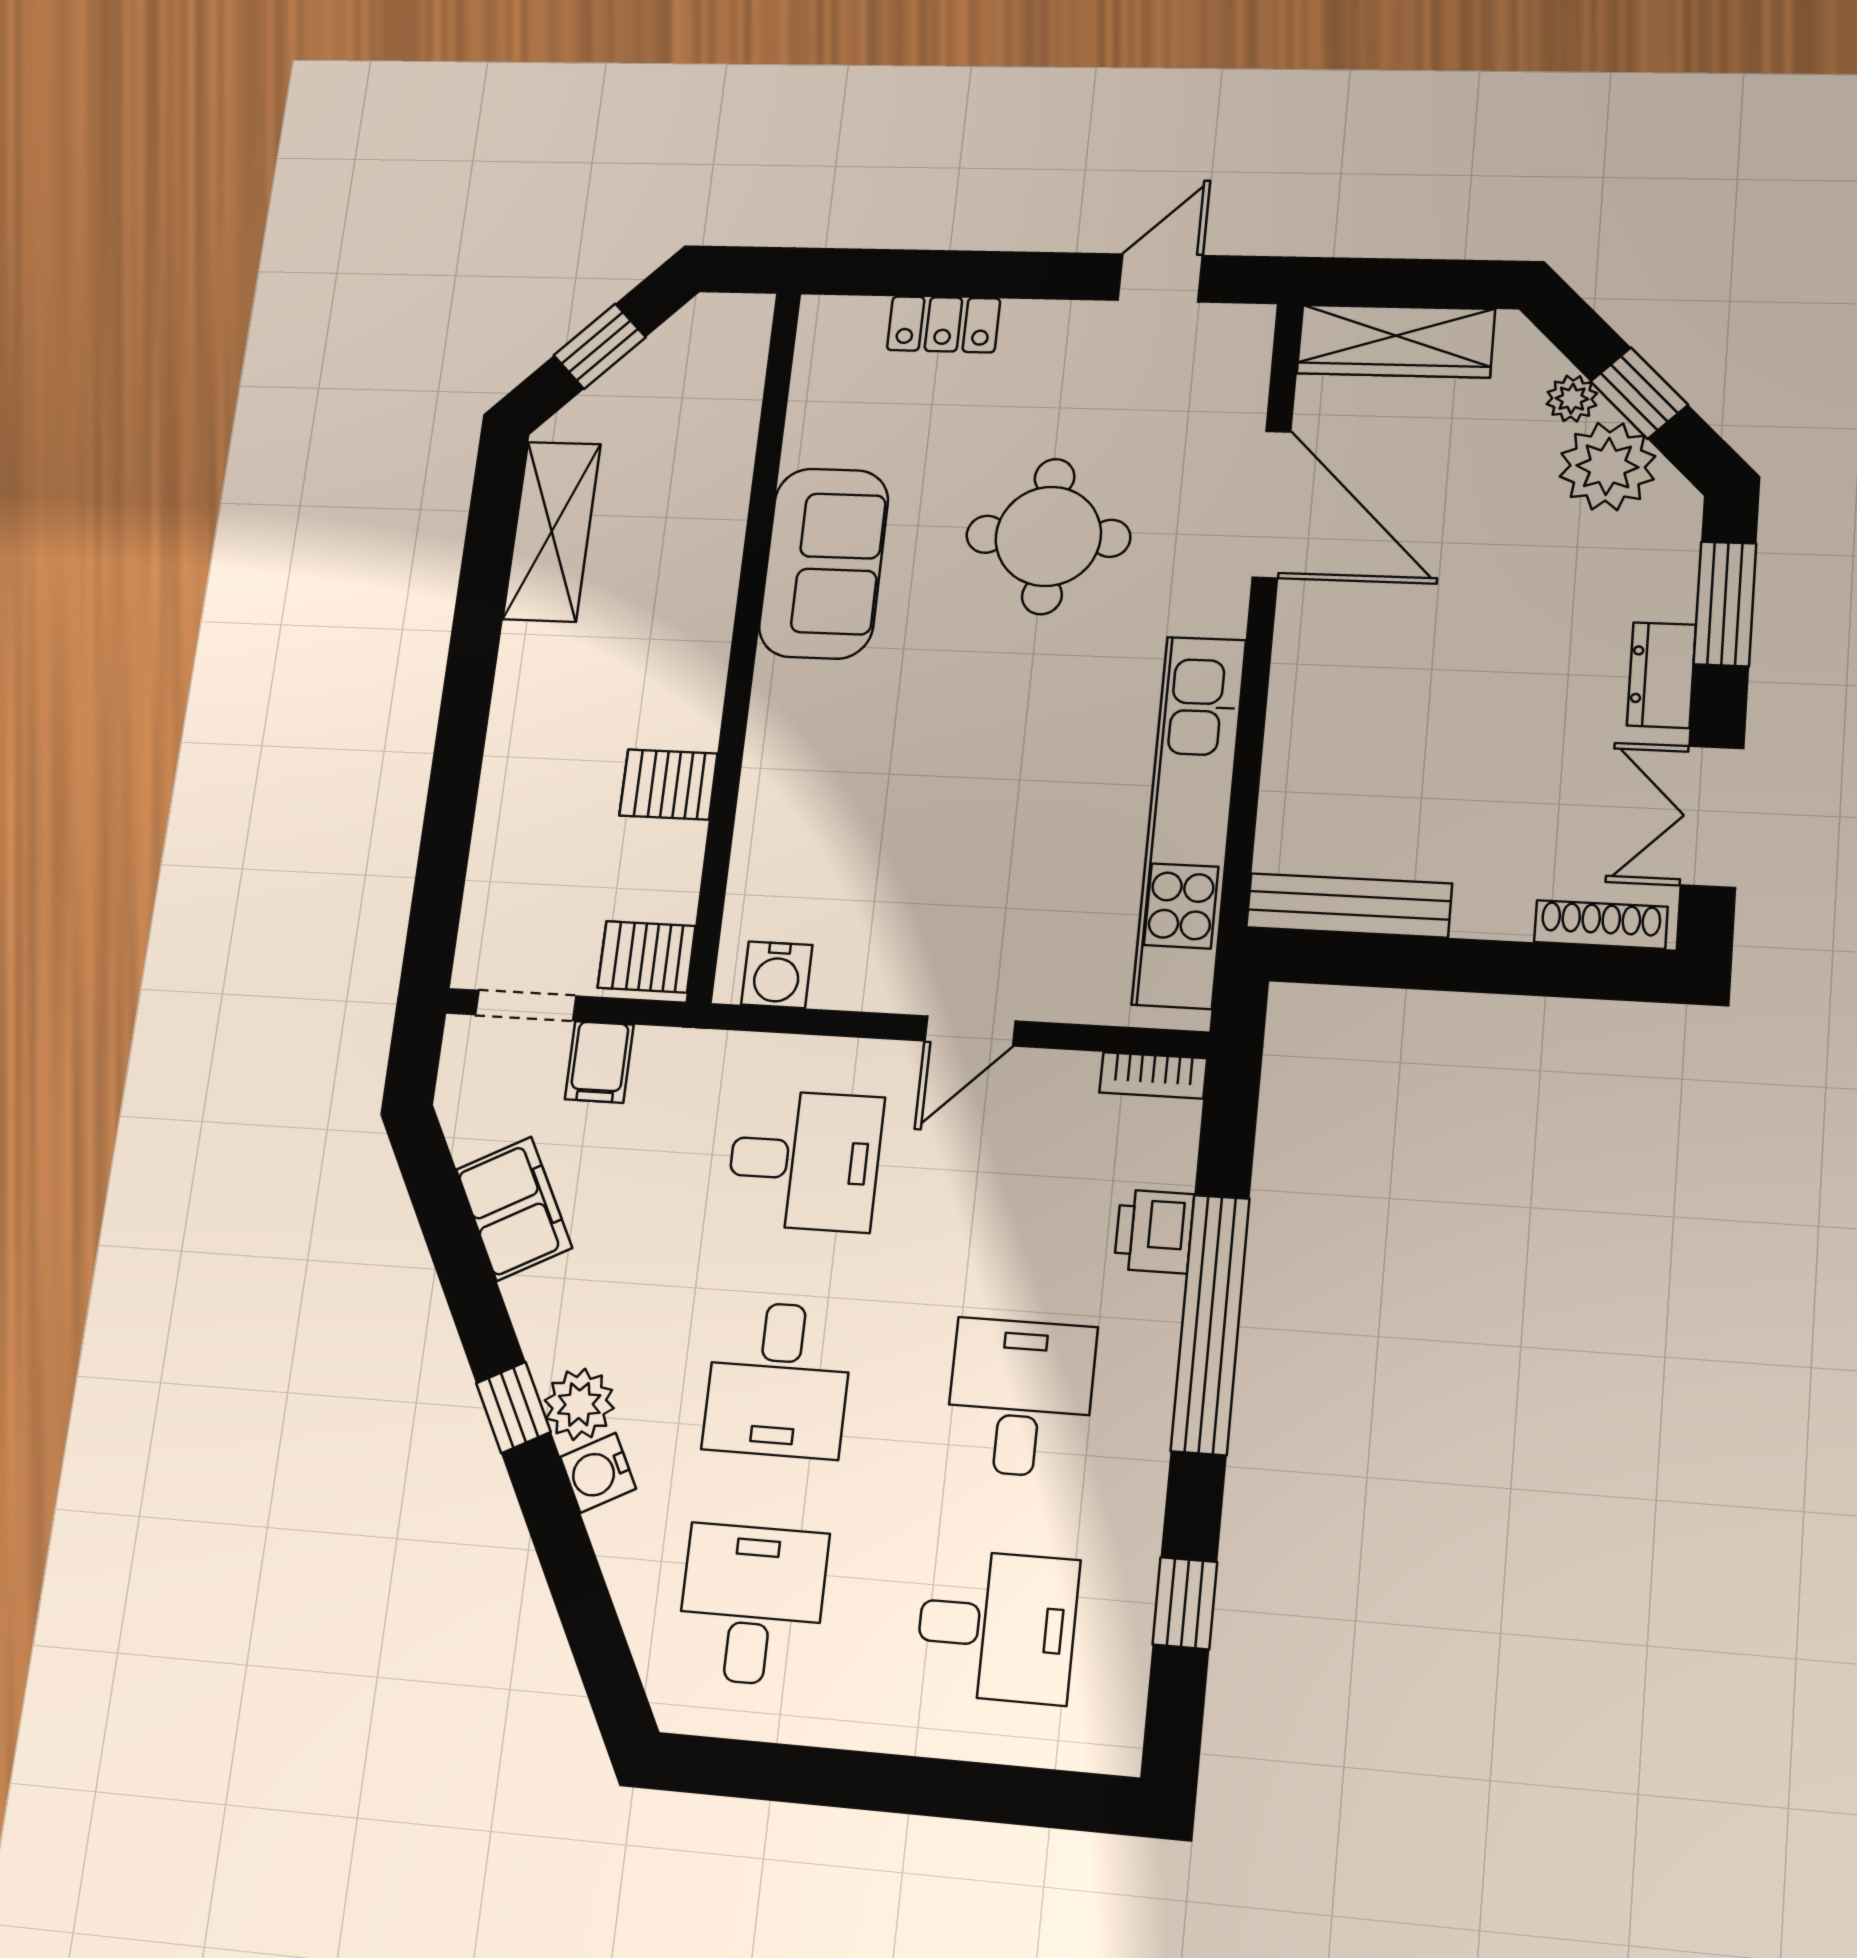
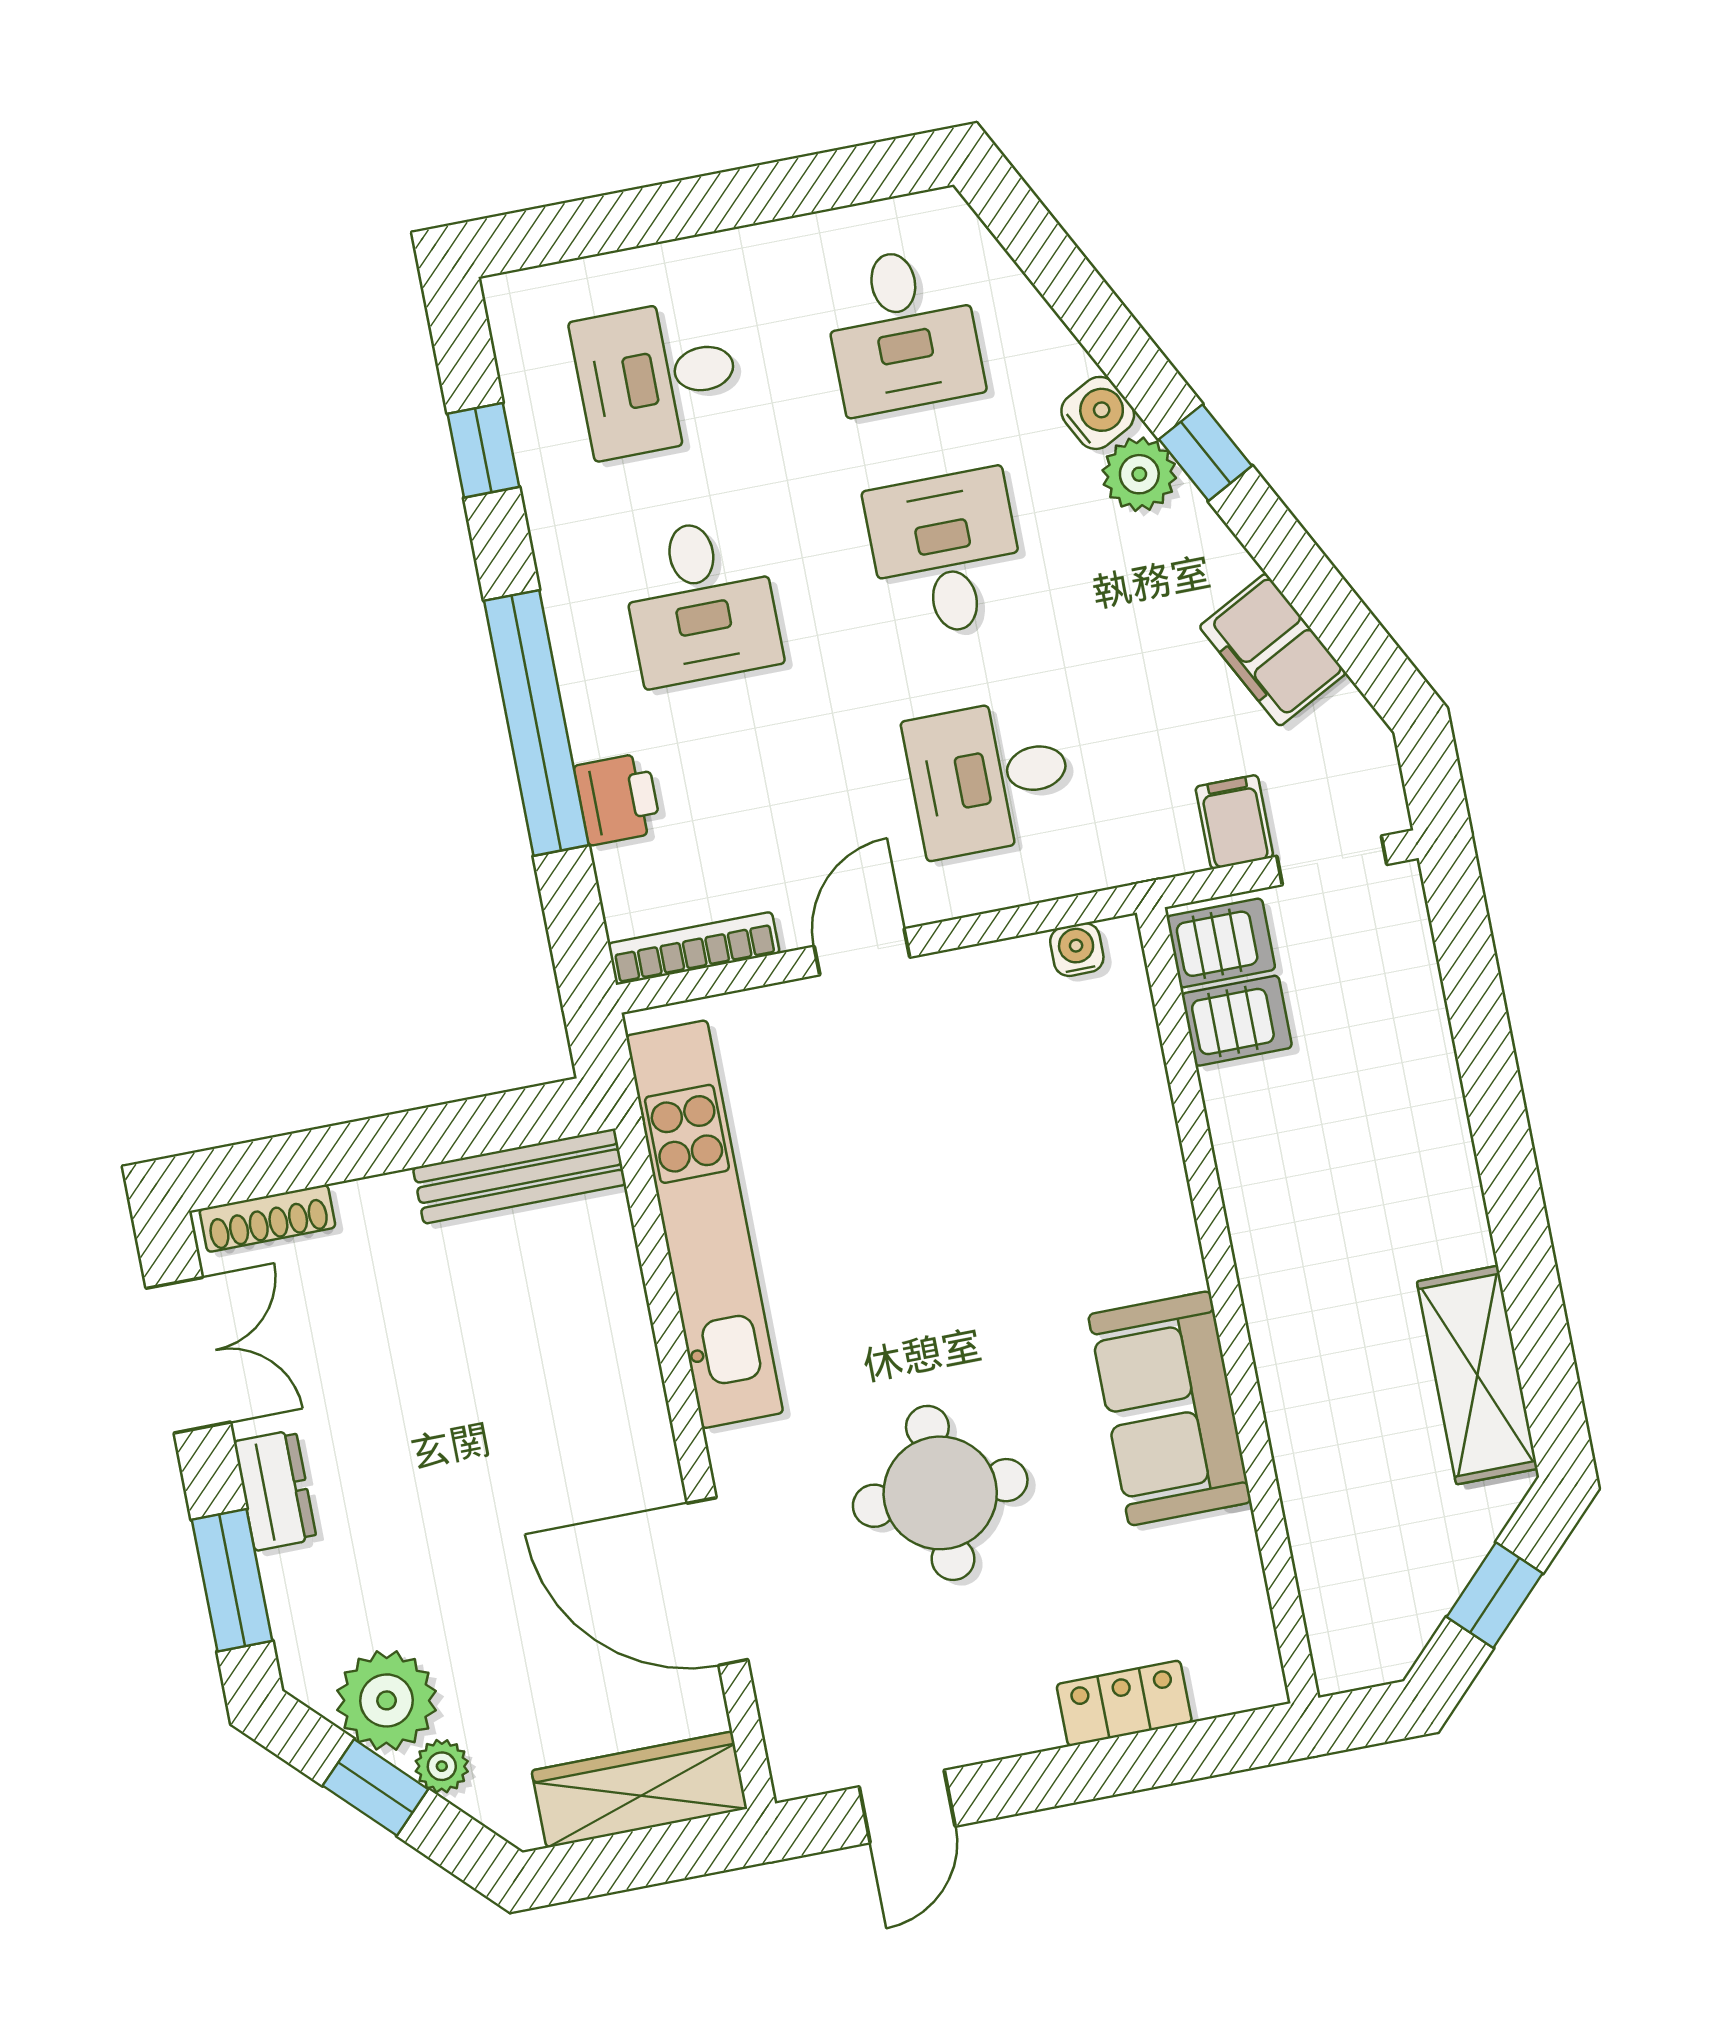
server rack: (668, 784) -> (1237, 1021), moved
water cooler: (777, 975) -> (1077, 950), width x0.72, depth x0.72
bookcase: (1153, 1075) -> (694, 948), width x1.56

